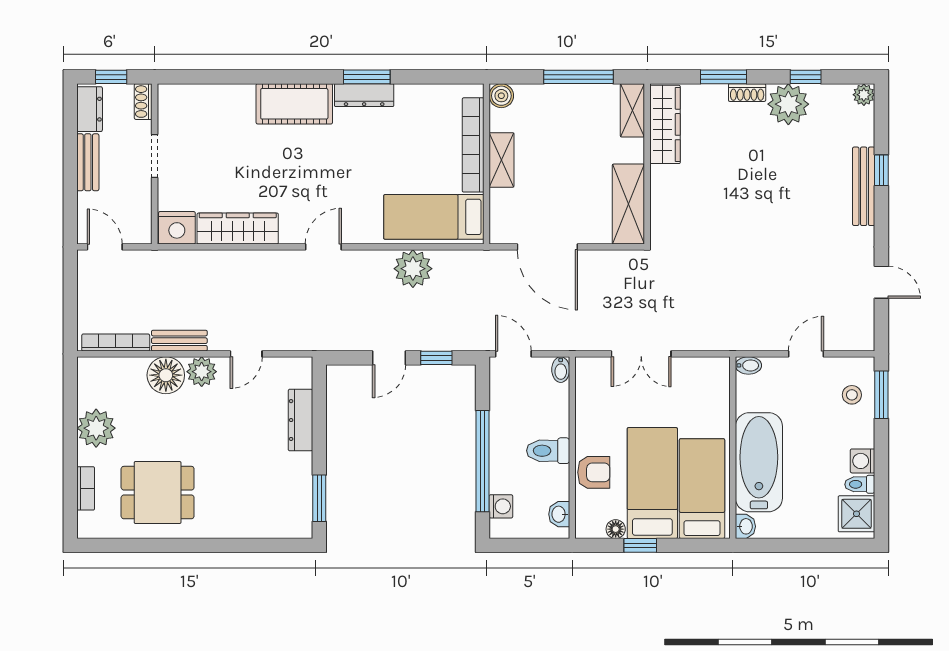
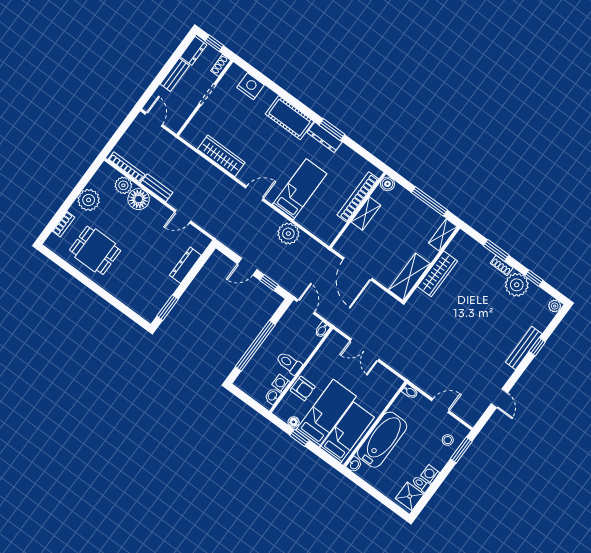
wardrobe: (665, 124) -> (437, 274), moved
bed: (434, 217) -> (300, 189), moved, turned 90
nightstand: (177, 228) -> (250, 86), moved, turned 180
plant: (202, 372) -> (123, 185), moved
washing machine: (501, 506) -> (281, 383), moved, turned 180

